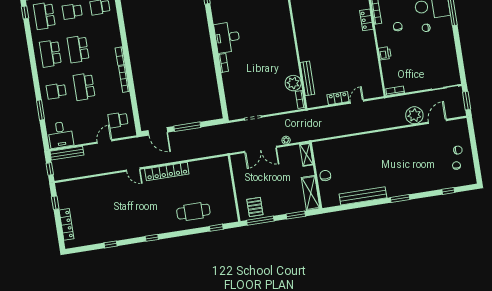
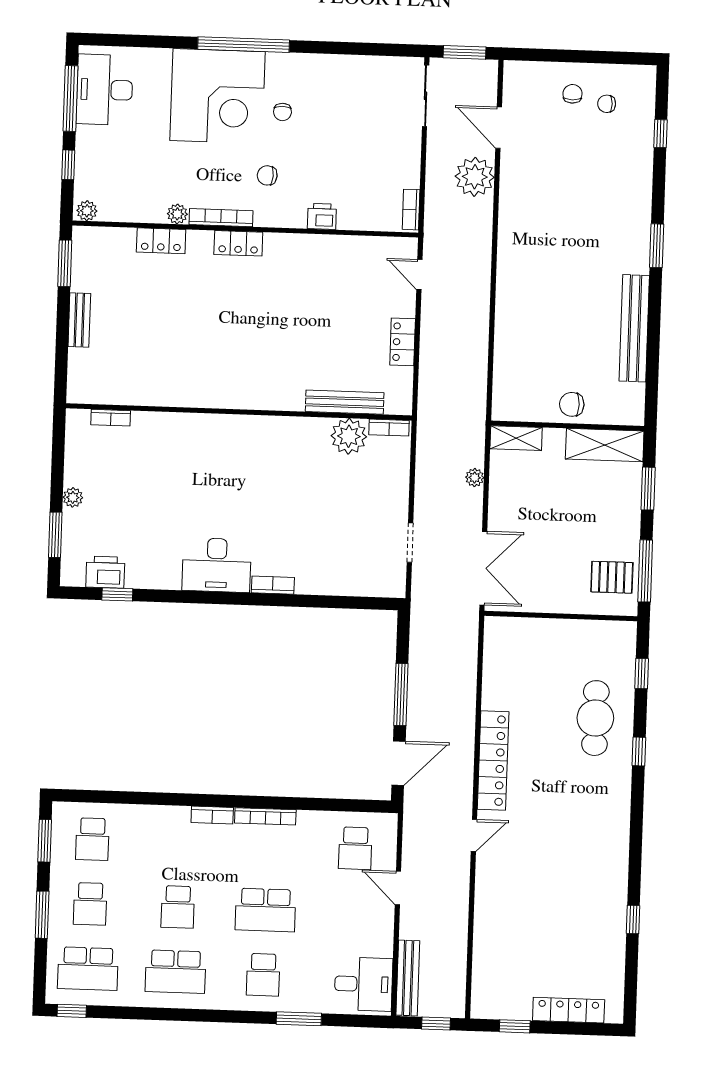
school desk: (78, 49) -> (178, 907), width x0.54
door: (357, 101) -> (419, 275), moved
double door: (261, 149) -> (483, 568), moved
window: (152, 238) -> (639, 752), moved

